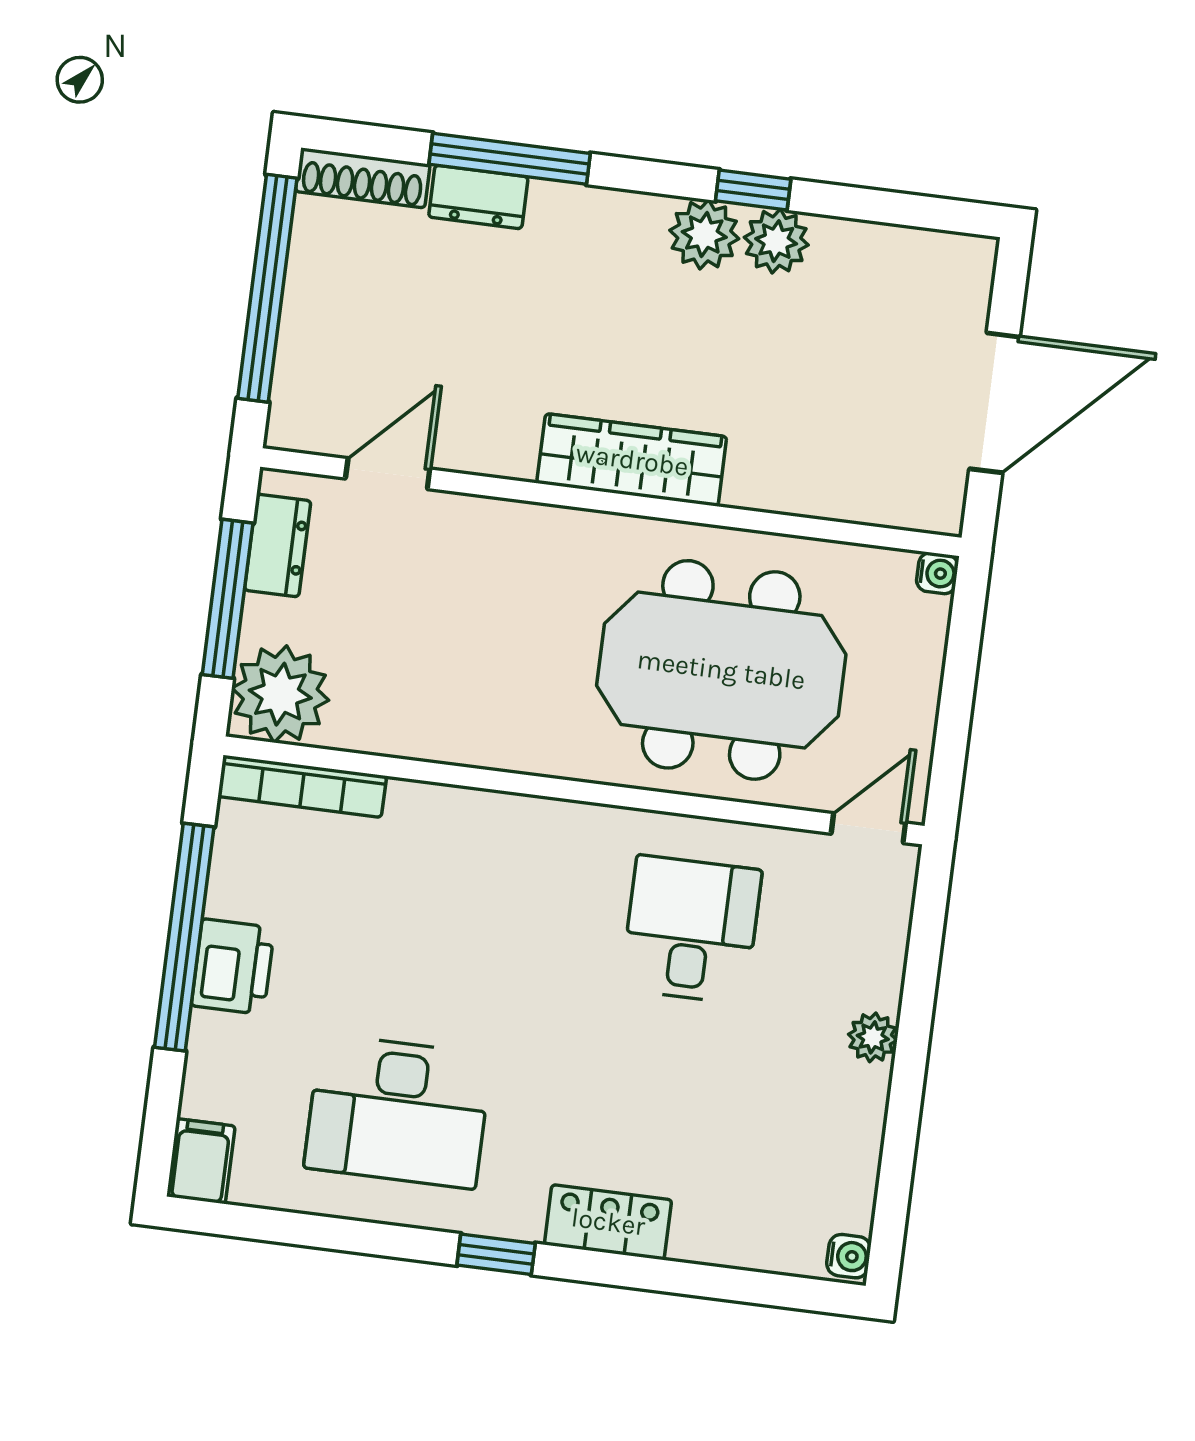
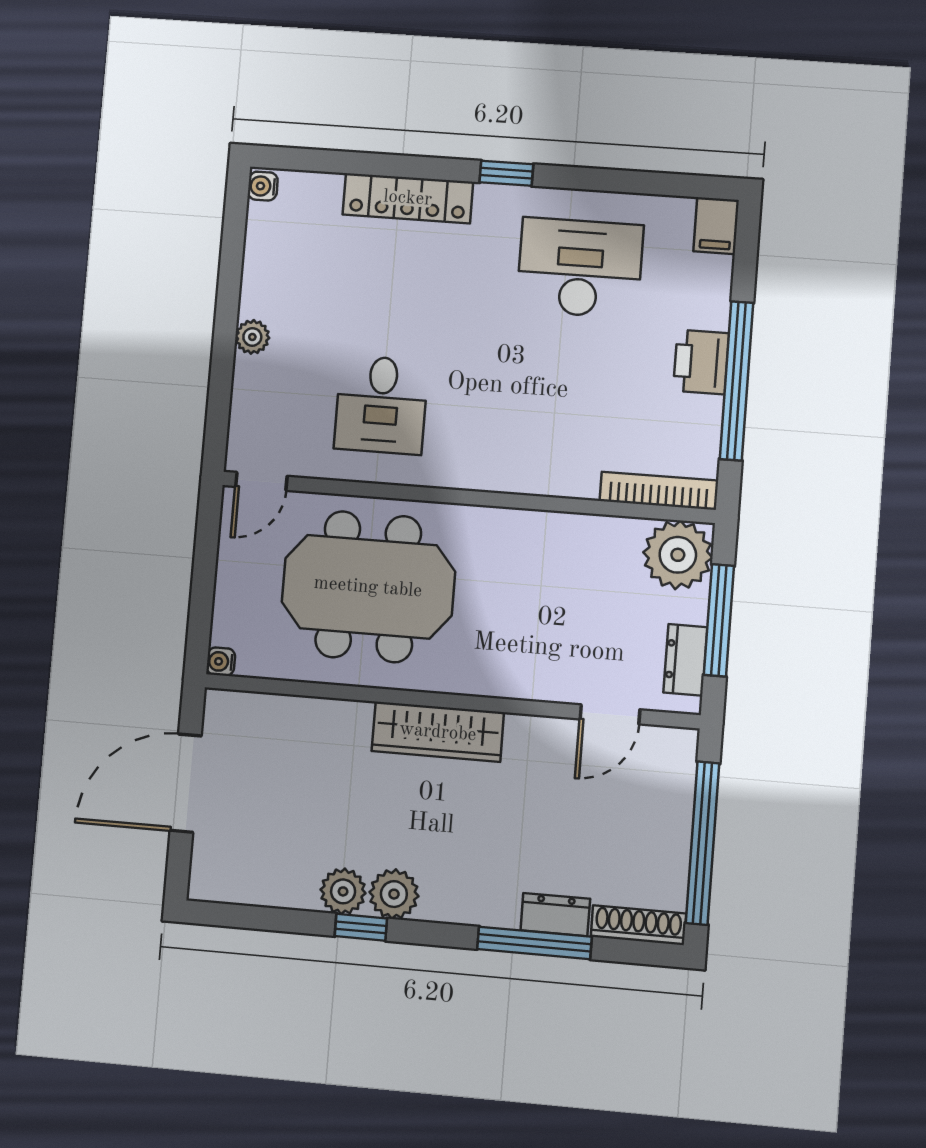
locker: (608, 1222) -> (408, 198), width x1.53

